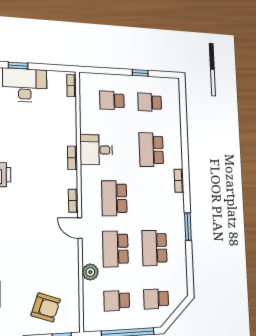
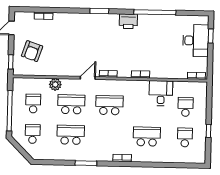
desk: (96, 150) -> (161, 93), moved

